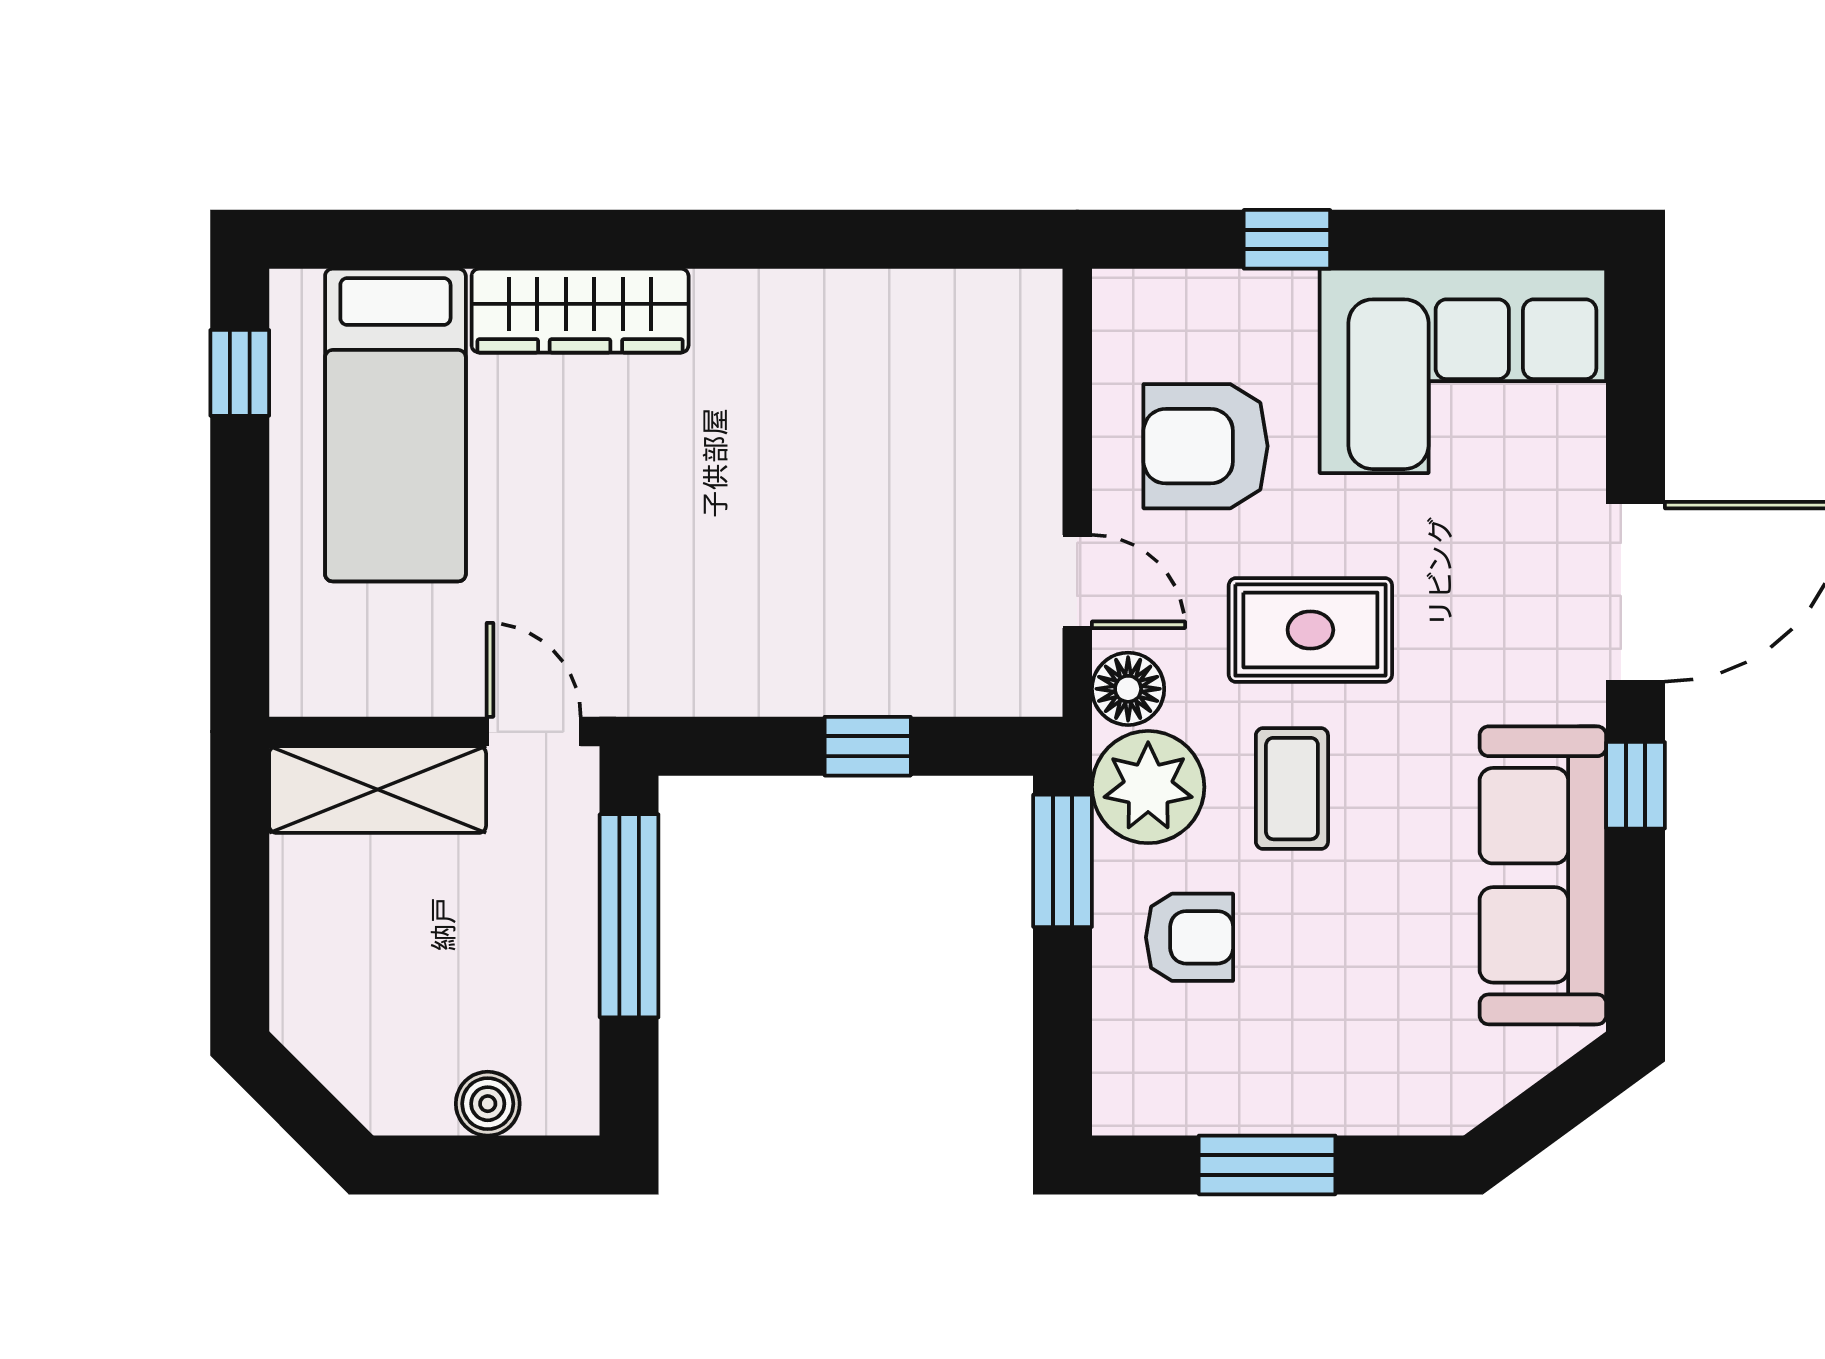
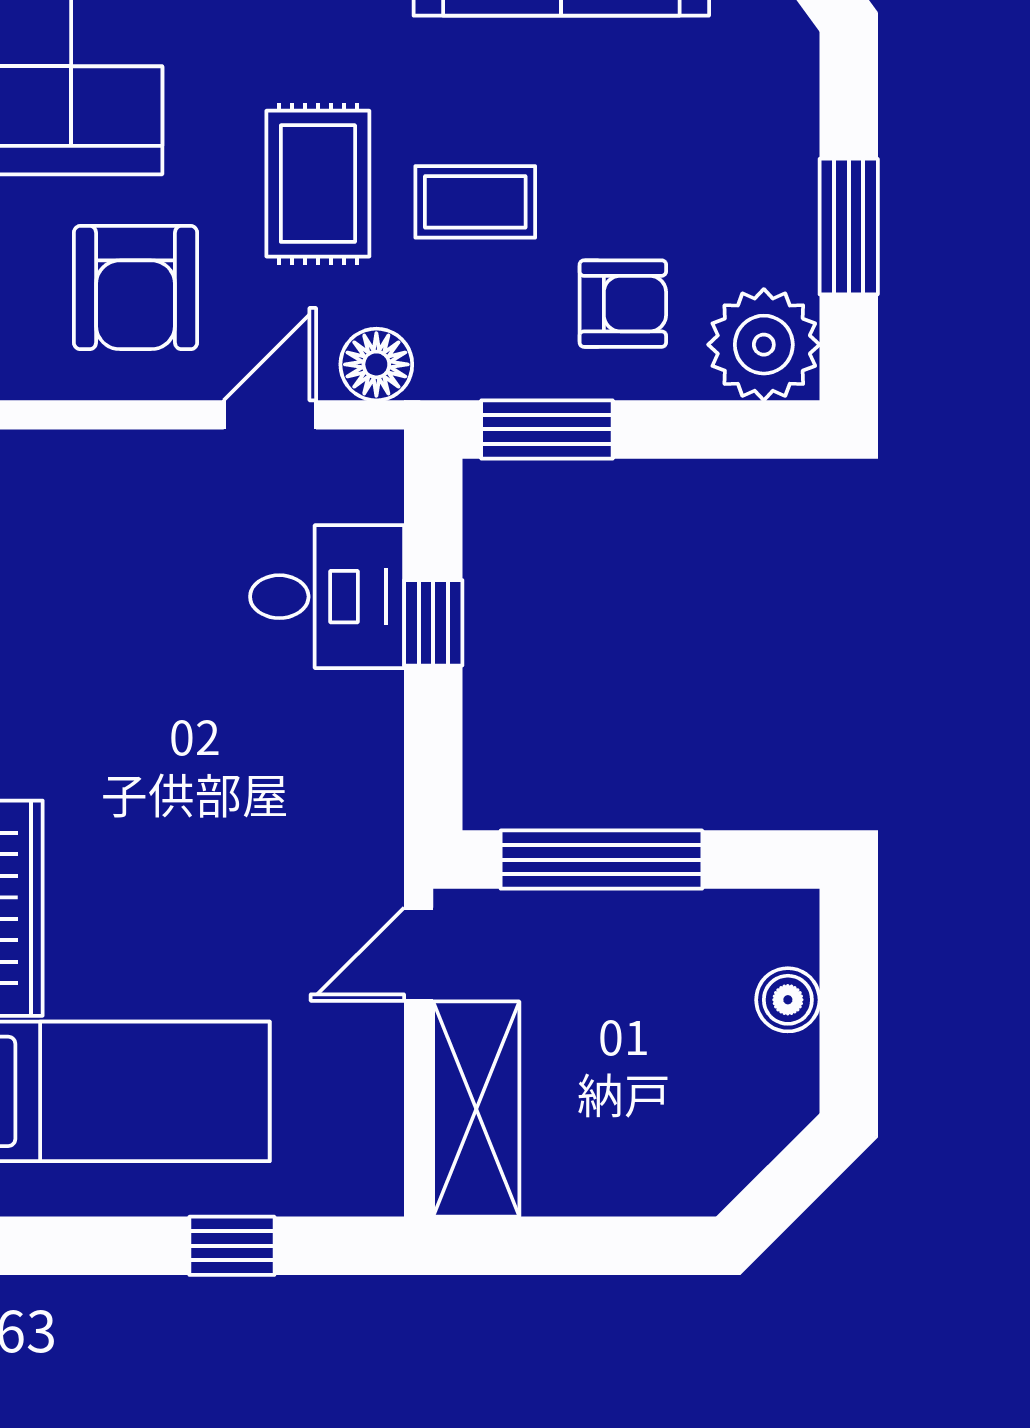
window: (240, 373) -> (232, 1246), moved
desk: (894, 639) -> (327, 597), added
plant: (1148, 787) -> (764, 345), moved
armchair: (1189, 937) -> (623, 304), turned 90

